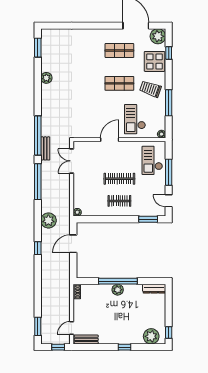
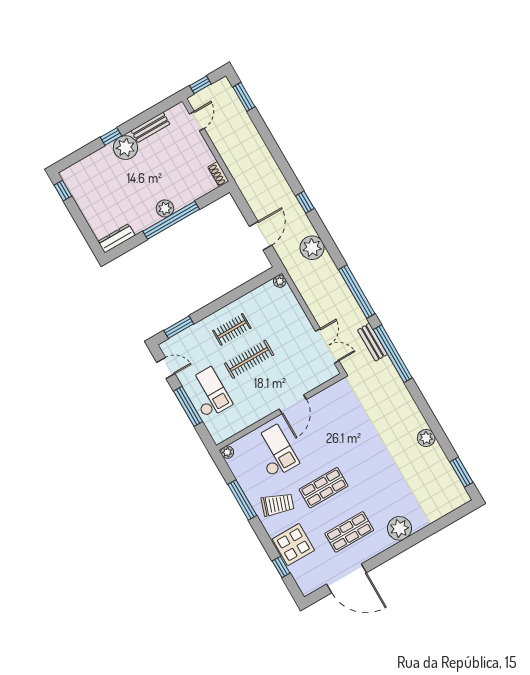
plant: (158, 36) -> (399, 528), moved
checkout: (152, 160) -> (209, 393), moved
plant: (151, 336) -> (125, 148), moved
bench: (86, 339) -> (150, 127), moved

